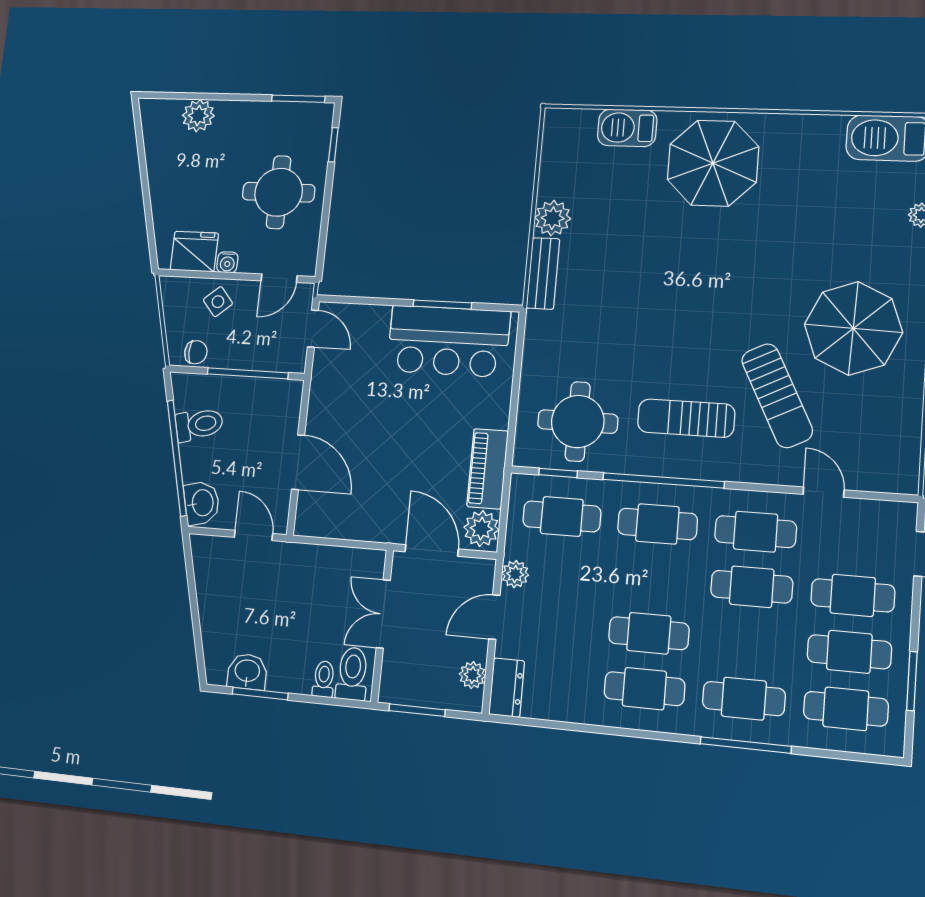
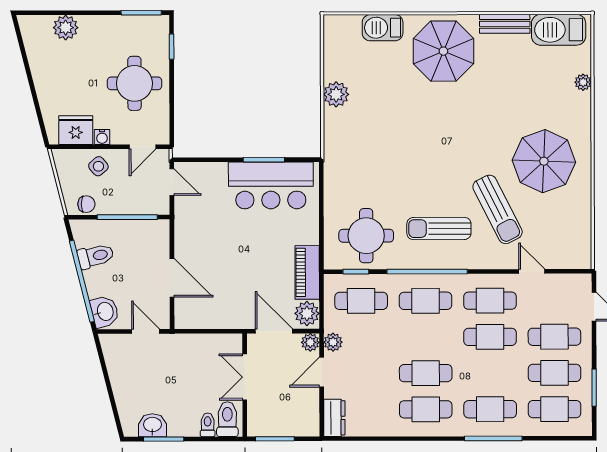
bench: (543, 273) -> (505, 24), moved, turned 90
plant: (472, 675) -> (310, 342), moved

